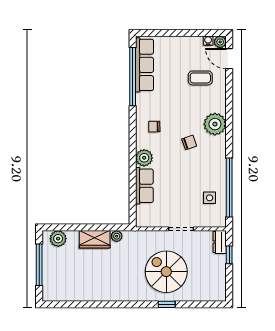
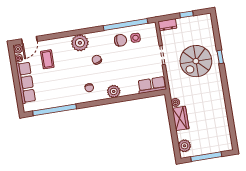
row of seats: (145, 65) -> (26, 82), moved, turned 90
chair: (209, 178) -> (120, 40), added
row of seats: (144, 186) -> (152, 85), moved
window: (229, 255) -> (187, 14), moved

